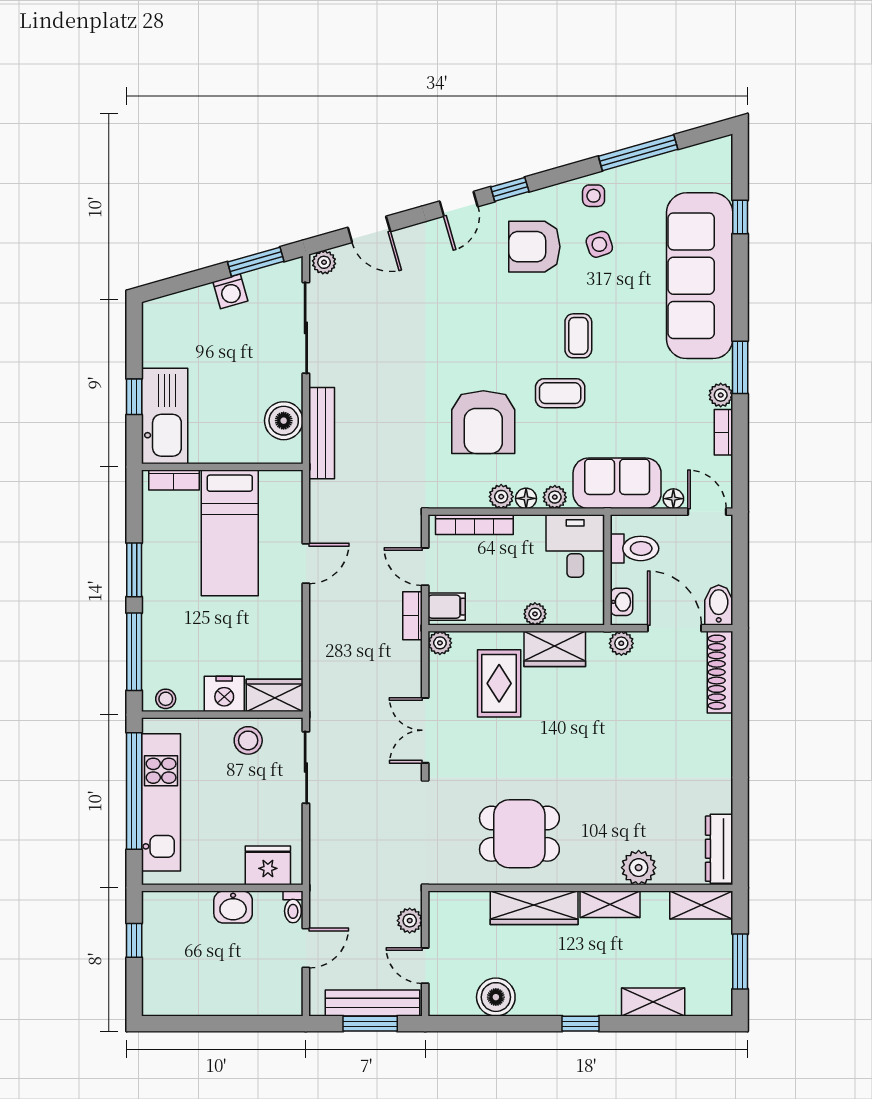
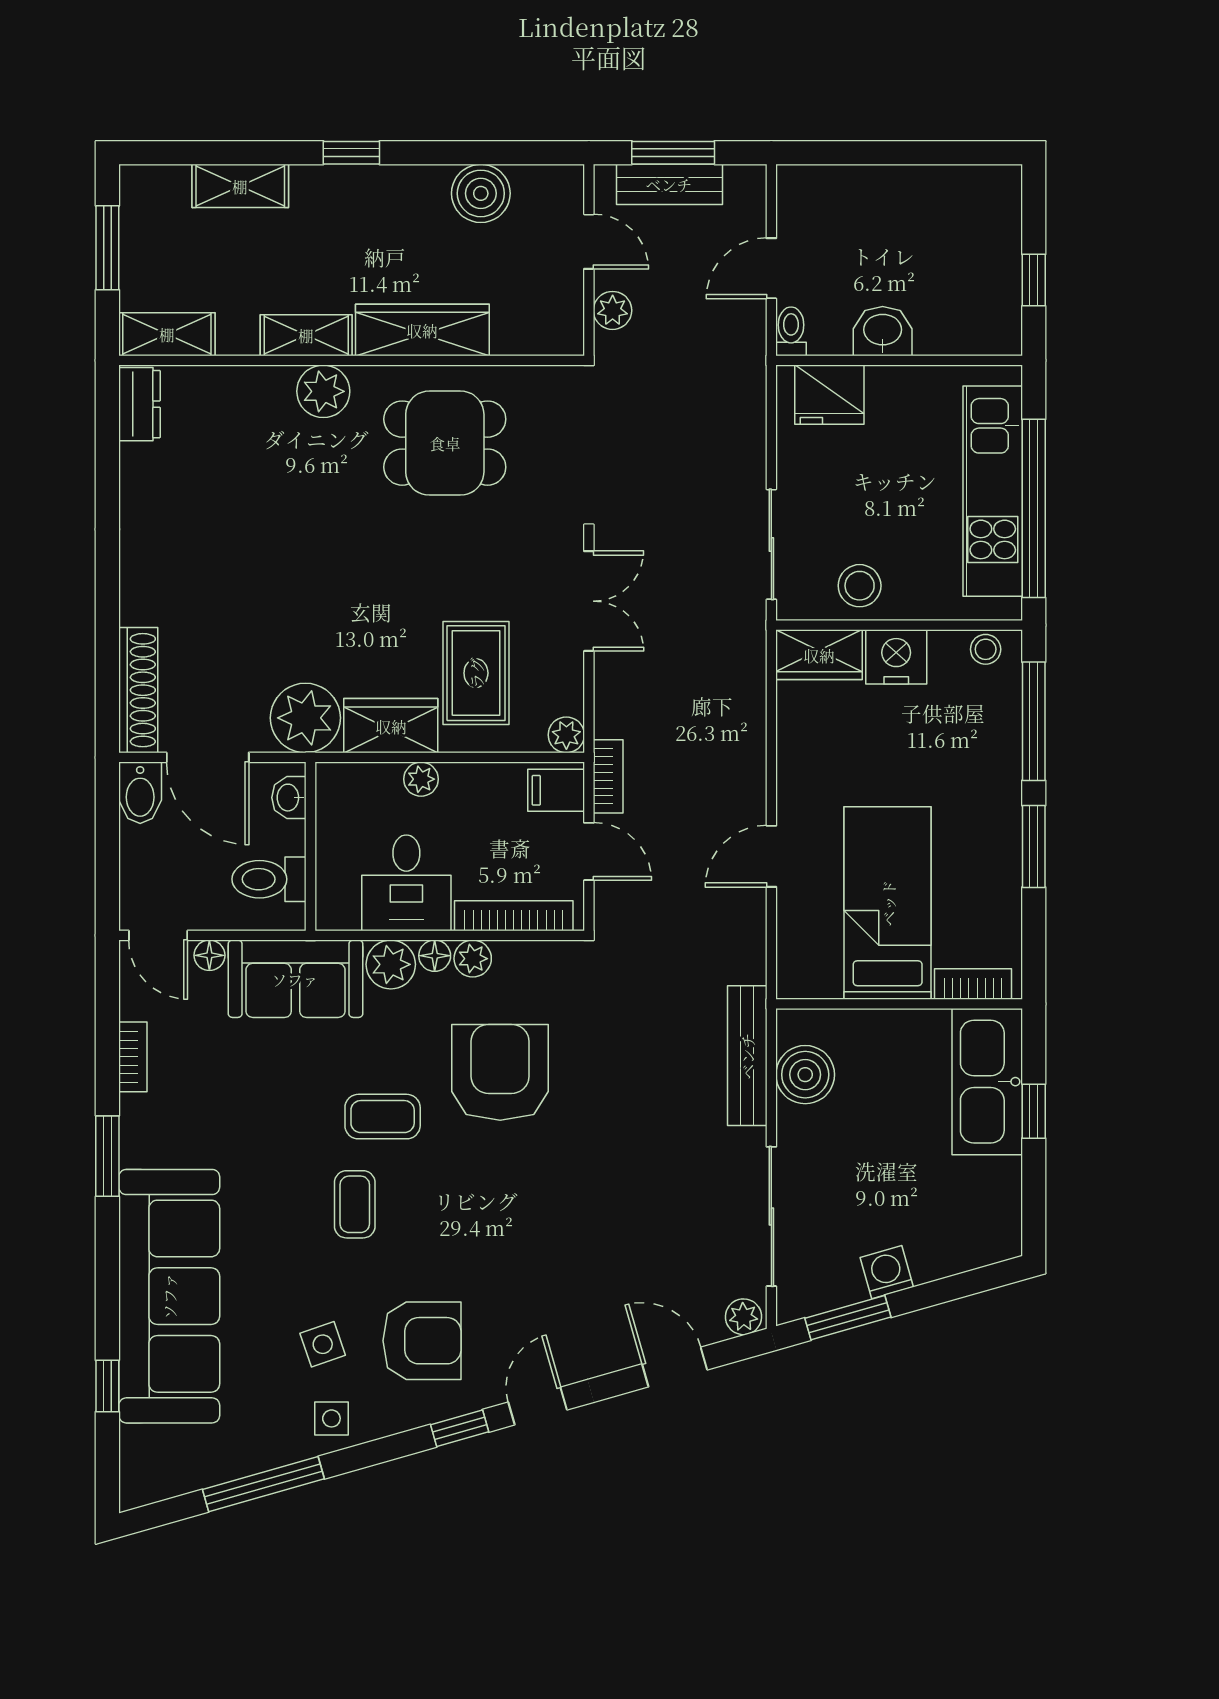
plant: (721, 395) -> (137, 1114), removed
plant: (555, 497) -> (391, 964), width x1.38, depth x1.38
desk: (575, 546) -> (406, 883), moved
plant: (621, 643) -> (305, 718), width x1.87, depth x1.87
dresser: (719, 849) -> (140, 404), width x0.70
plant: (639, 868) -> (323, 391), moved
bench: (373, 1003) -> (669, 184), width x0.73

